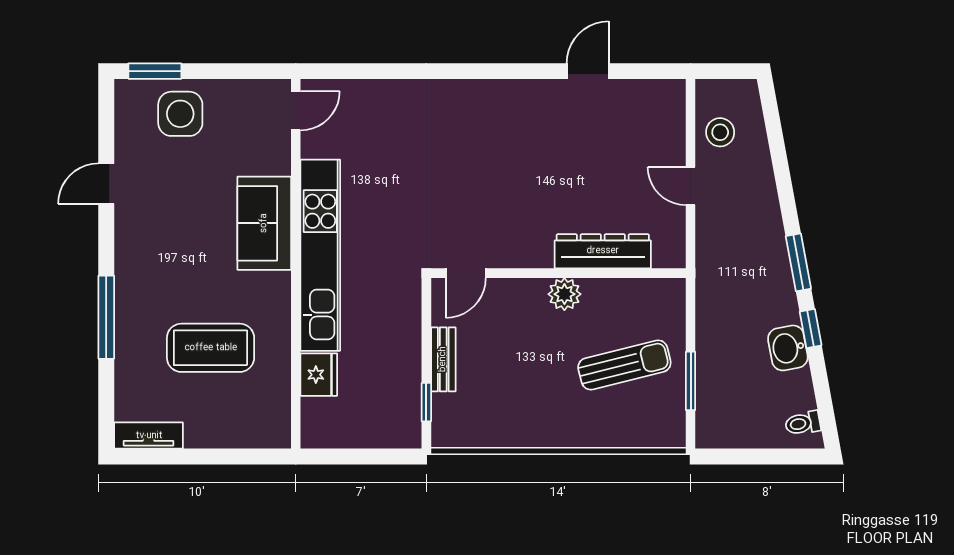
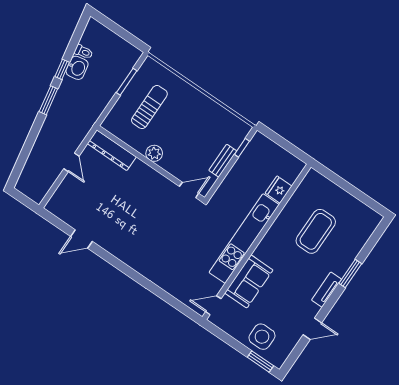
stool: (720, 132) -> (44, 176), removed
sofa: (264, 223) -> (249, 281), moved
dresser: (603, 251) -> (112, 150), moved
window: (106, 317) -> (350, 274), width x0.69
coffee table: (211, 348) -> (316, 231), turned 90
sun lounger: (624, 365) -> (149, 107), turned 104
toilet: (803, 423) -> (84, 52), moved
tv unit: (149, 436) -> (326, 290), moved, turned 90

